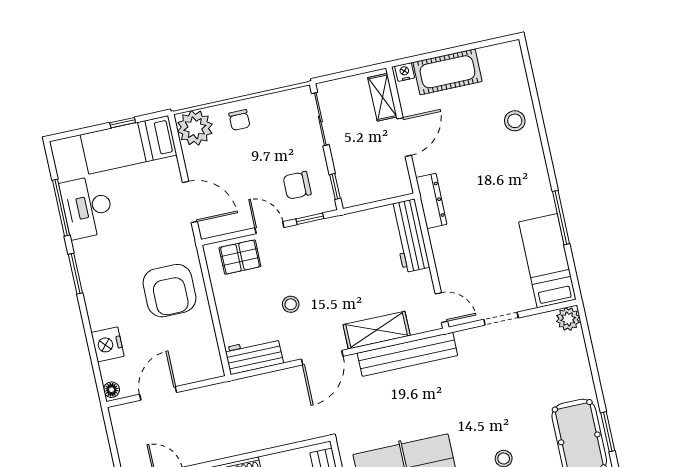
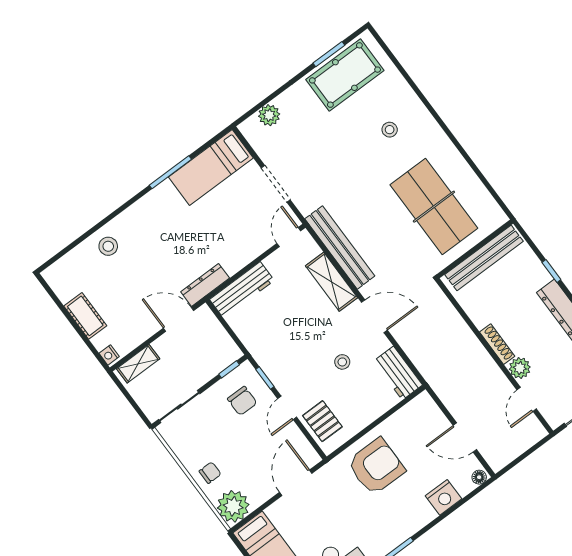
cot: (447, 72) -> (85, 316), width x0.73, depth x0.75
door: (404, 137) -> (178, 319), moved
doorway: (501, 319) -> (276, 184), width x1.38
plant: (568, 319) -> (269, 115), moved

